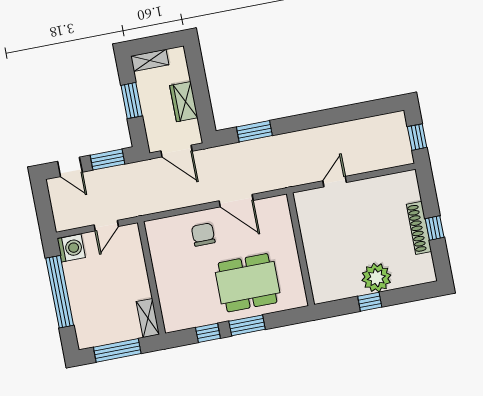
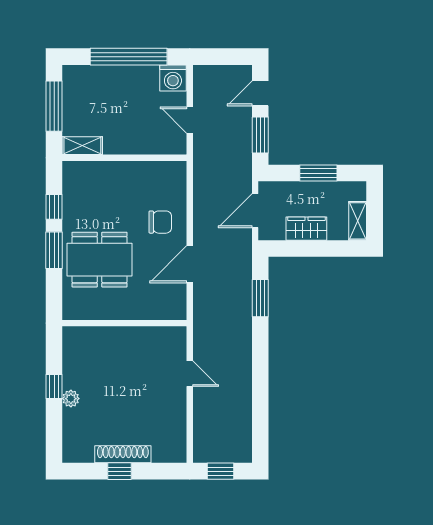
shelving: (150, 60) -> (358, 221), moved
plant: (376, 278) -> (71, 399), width x0.53, depth x0.53
dining table: (248, 283) -> (100, 260), turned 90

